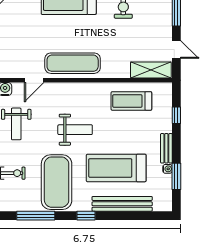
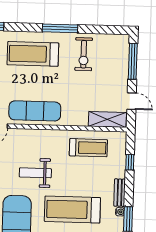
treadmill: (131, 101) -> (88, 148), turned 180
weight bench: (75, 130) -> (35, 173), turned 180

